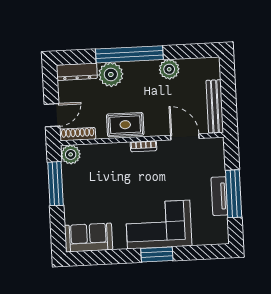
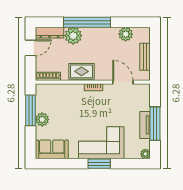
plant: (169, 69) -> (126, 34), moved
bench: (215, 106) -> (145, 57), width x0.73
door: (52, 115) -> (30, 48), moved
plant: (71, 154) -> (42, 119), moved
plant: (222, 237) -> (145, 154), added

